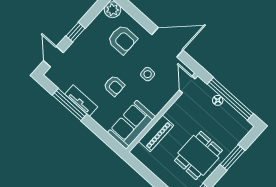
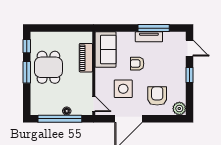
armchair: (122, 39) -> (157, 96), turned 90
side table: (148, 74) -> (123, 89), width x1.87, depth x1.87
window: (233, 157) -> (27, 72), moved

